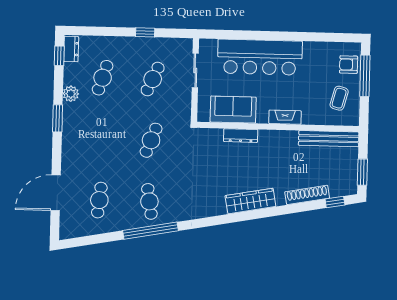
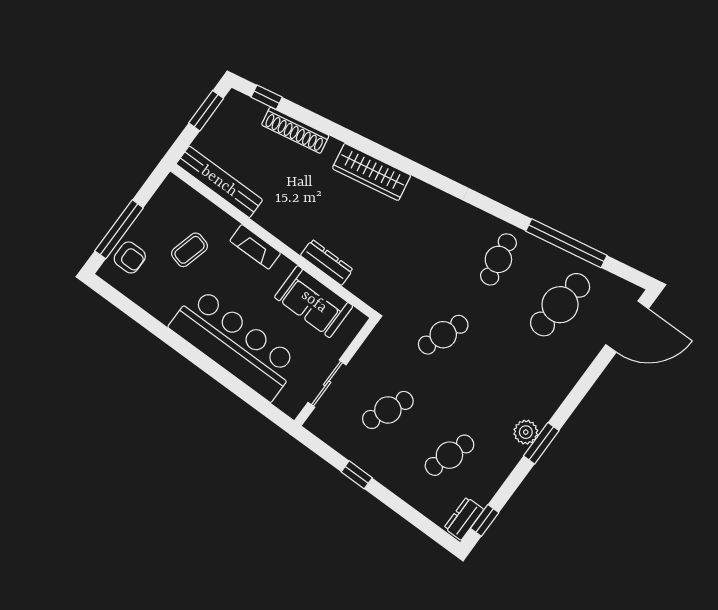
plant: (71, 94) -> (526, 432), moved
coffee table: (339, 98) -> (190, 250), moved
door: (56, 193) -> (627, 327), moved
cafe table: (99, 200) -> (560, 305), width x1.37, depth x1.35
window: (150, 231) -> (566, 243), moved

